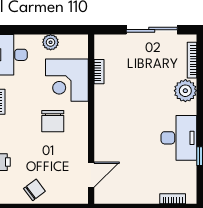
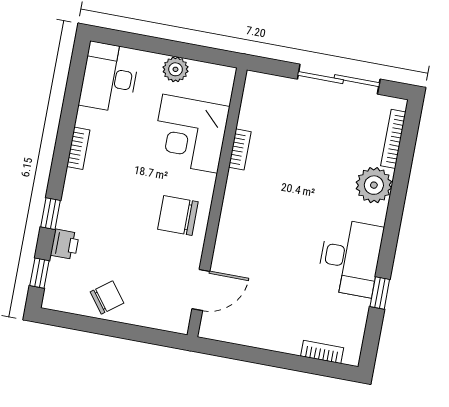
bookcase: (99, 72) -> (240, 149), moved
chair: (53, 121) -> (178, 216), moved, turned 90

